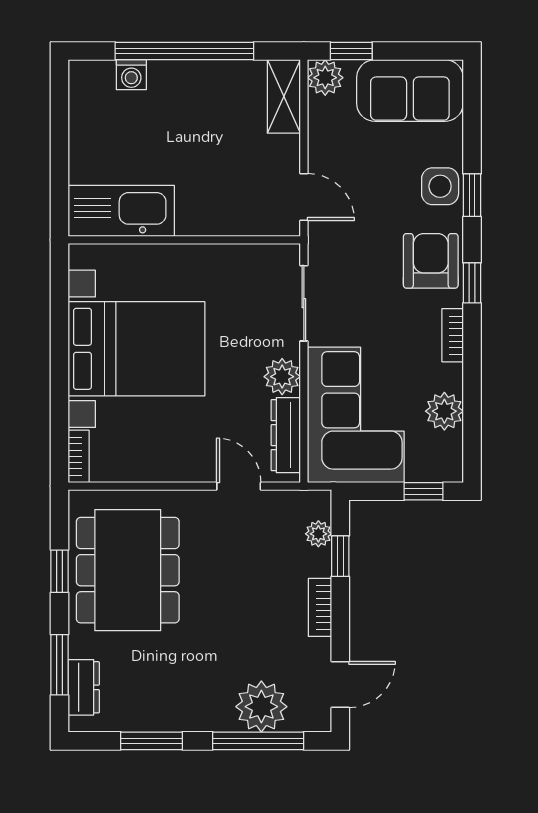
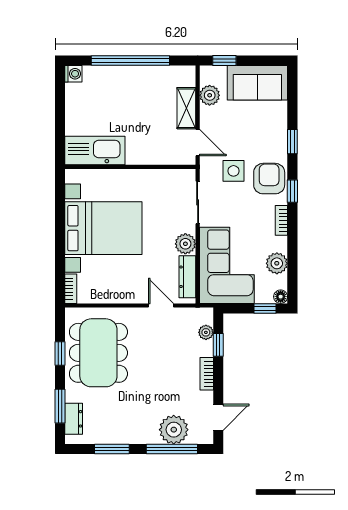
washing machine: (131, 75) -> (73, 74), moved, turned -90
plant: (325, 78) -> (210, 95), moved
shelving: (284, 96) -> (186, 108), moved
side table: (440, 186) -> (233, 171), moved
floor lamp: (451, 470) -> (281, 297), added

